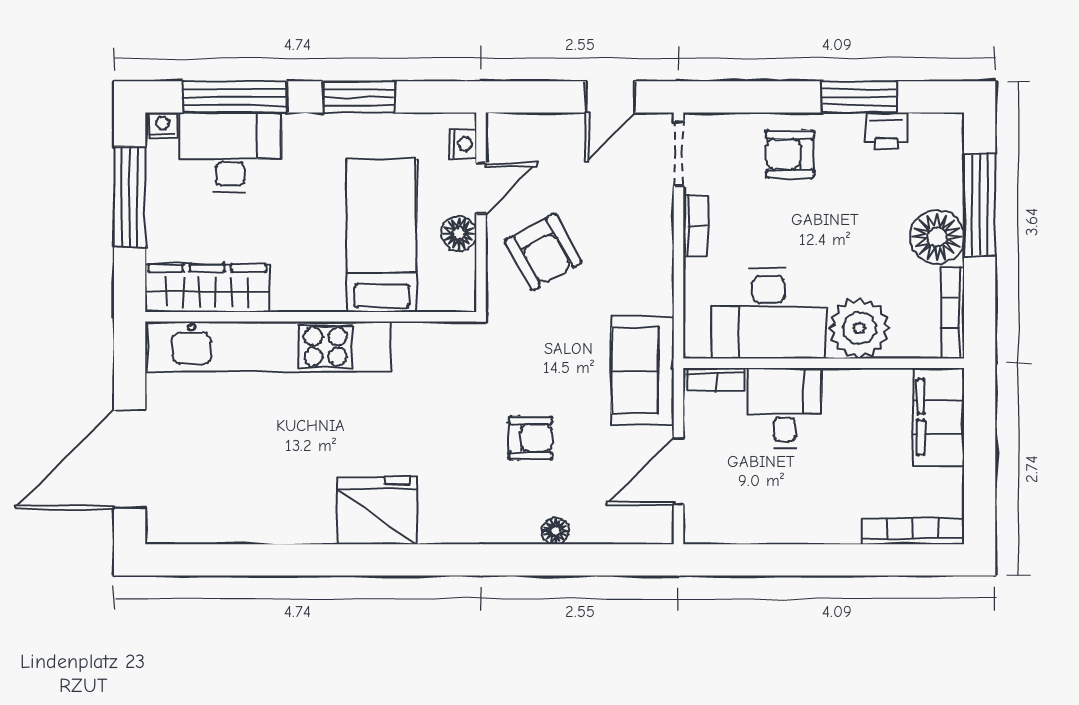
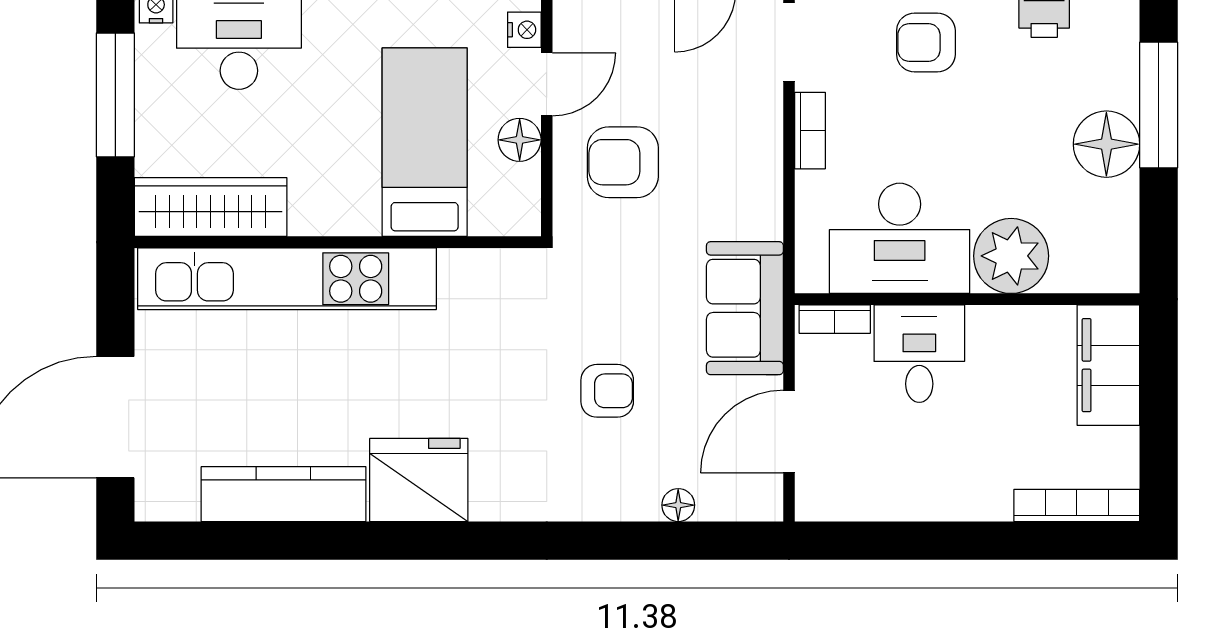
armchair: (543, 252) -> (623, 162), turned 119
bookcase: (952, 313) -> (1125, 237), removed
kitchen counter: (267, 522) -> (284, 494), added
floor lamp: (555, 531) -> (678, 505), moved

